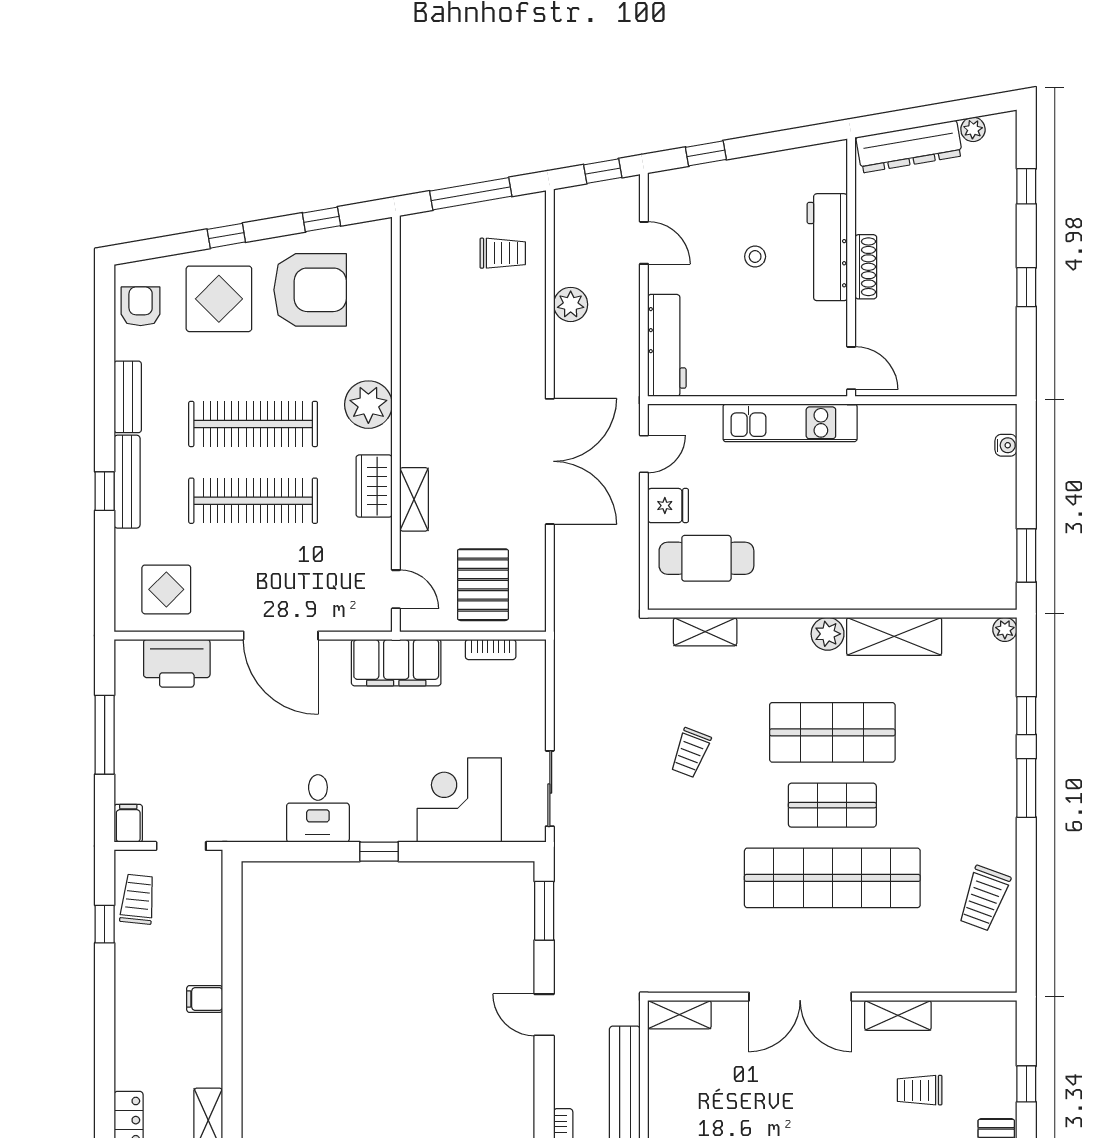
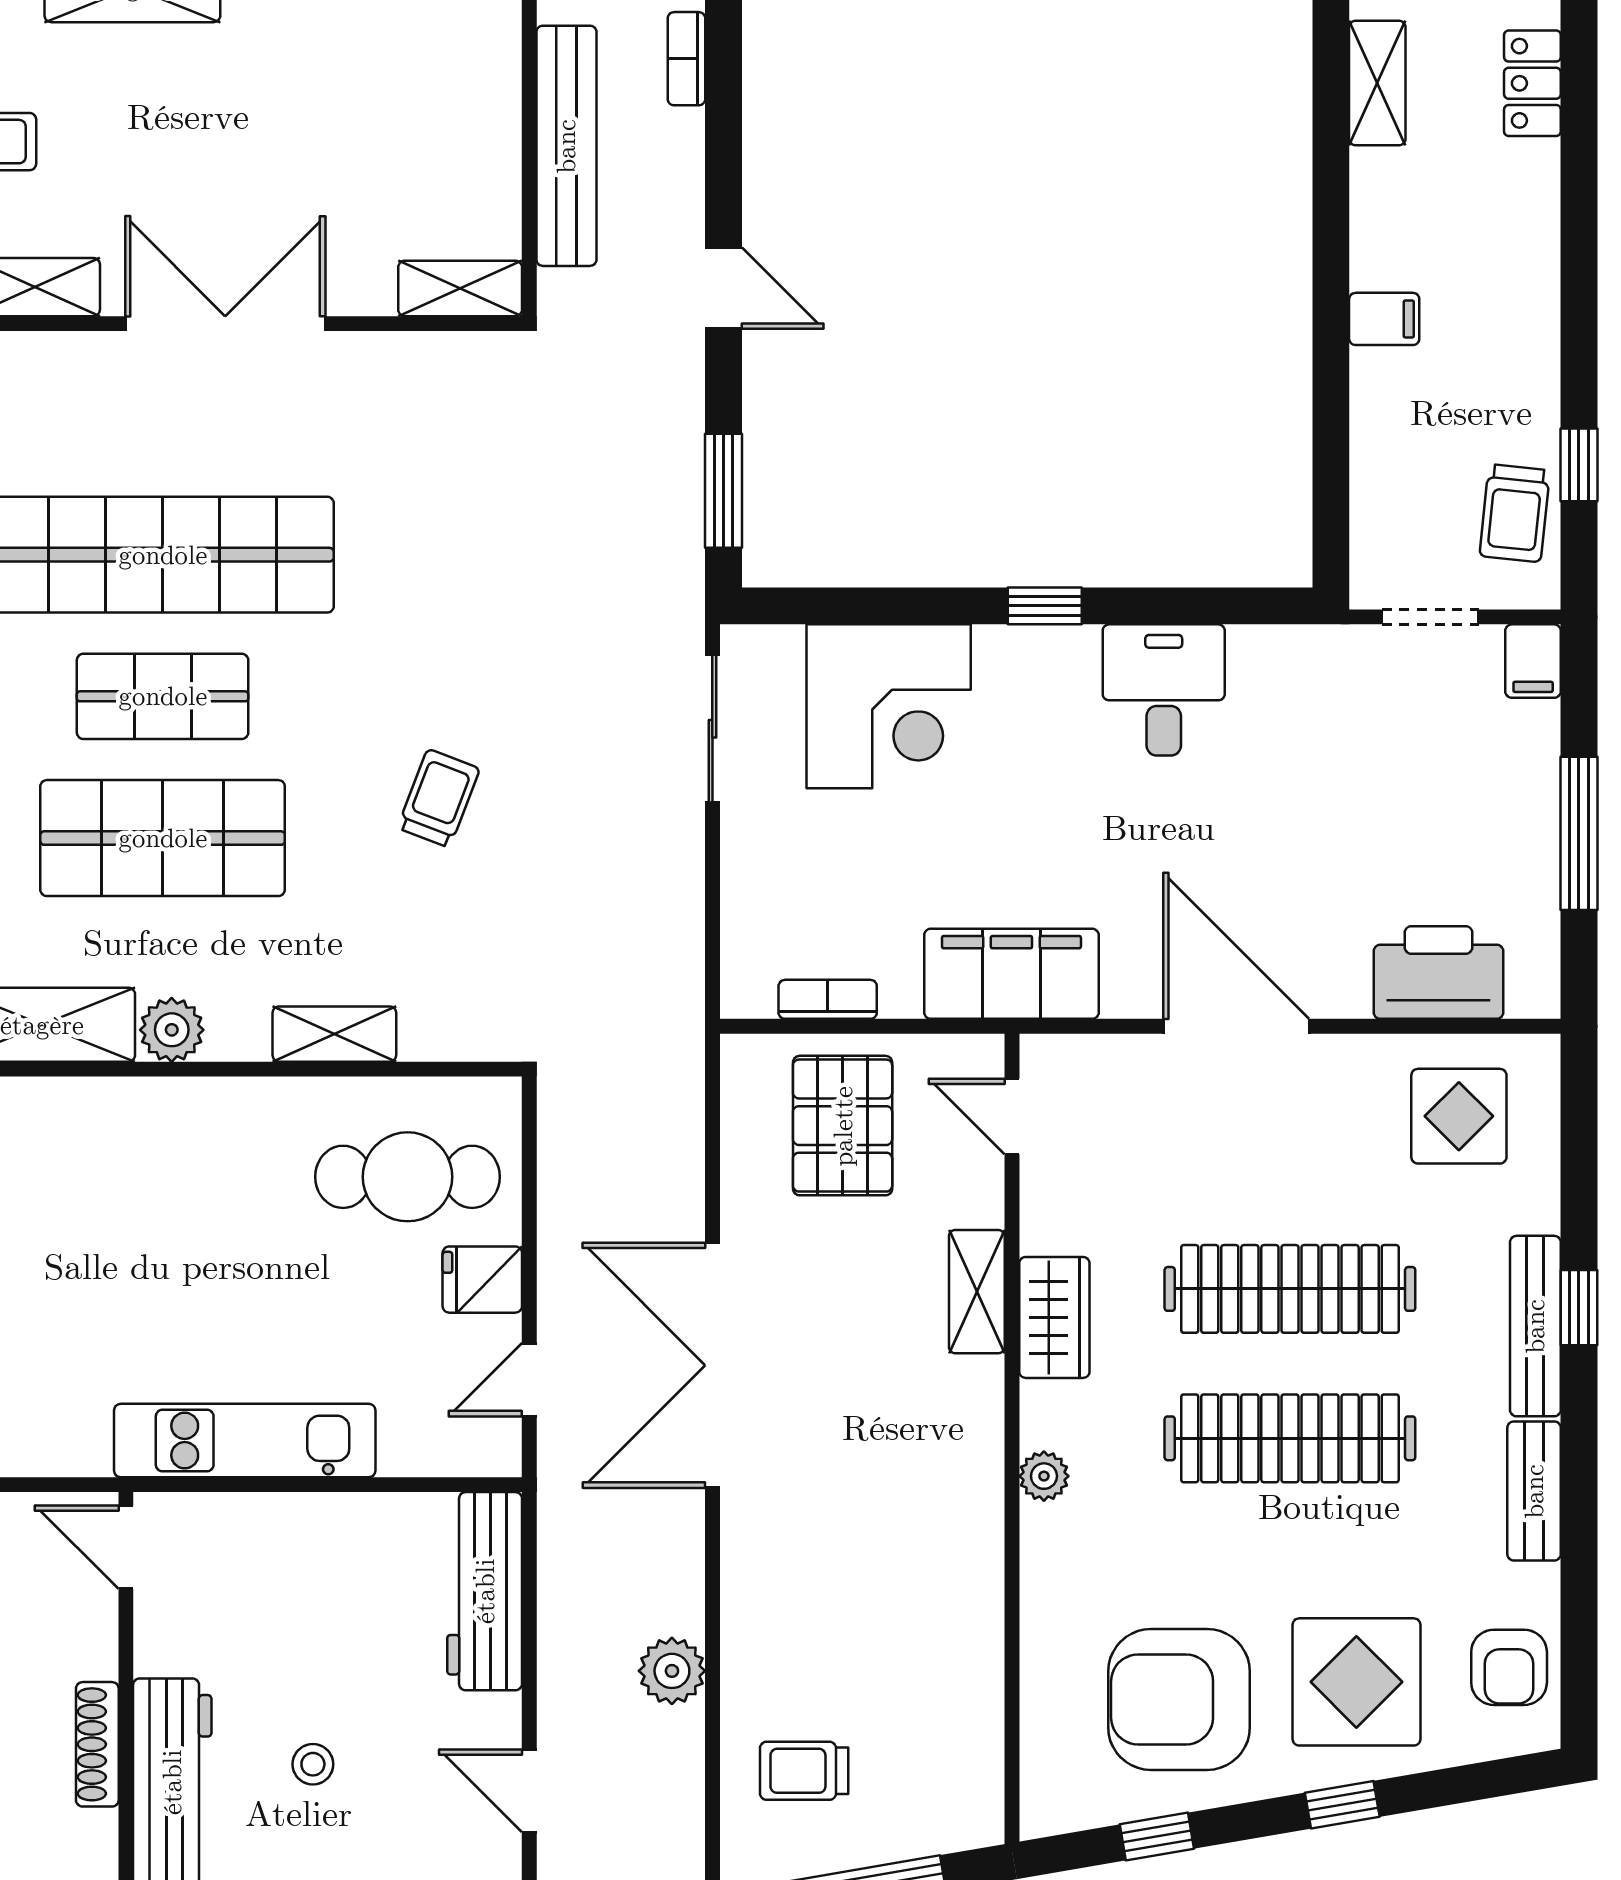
plant: (368, 405) -> (1044, 1476), width x0.53, depth x0.53
shelving: (705, 632) -> (334, 1034), moved

